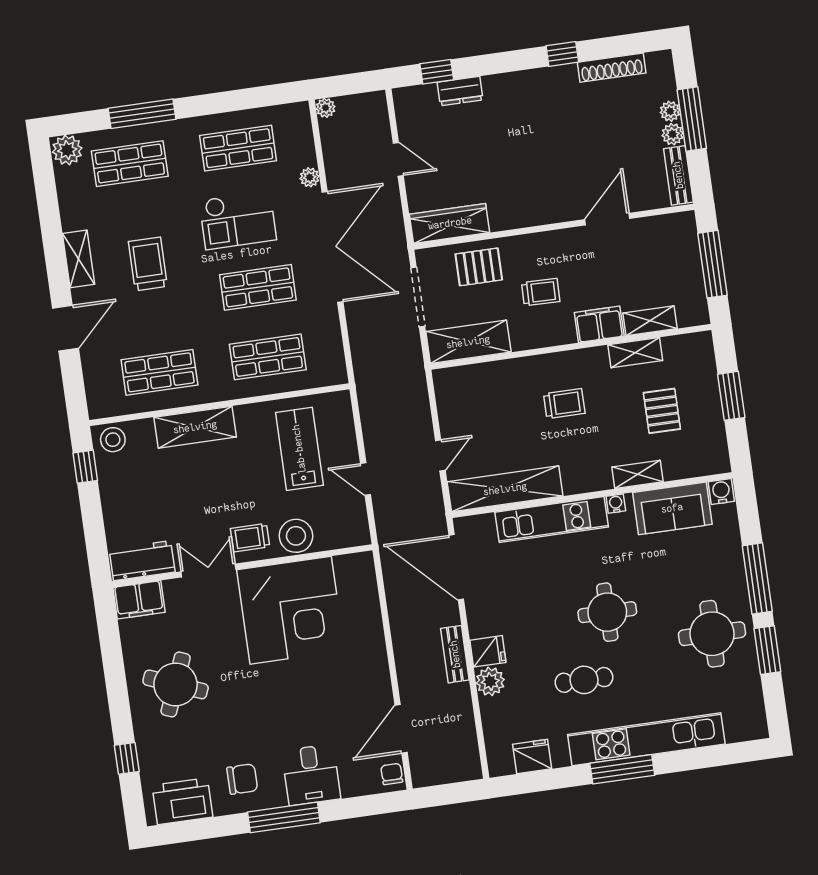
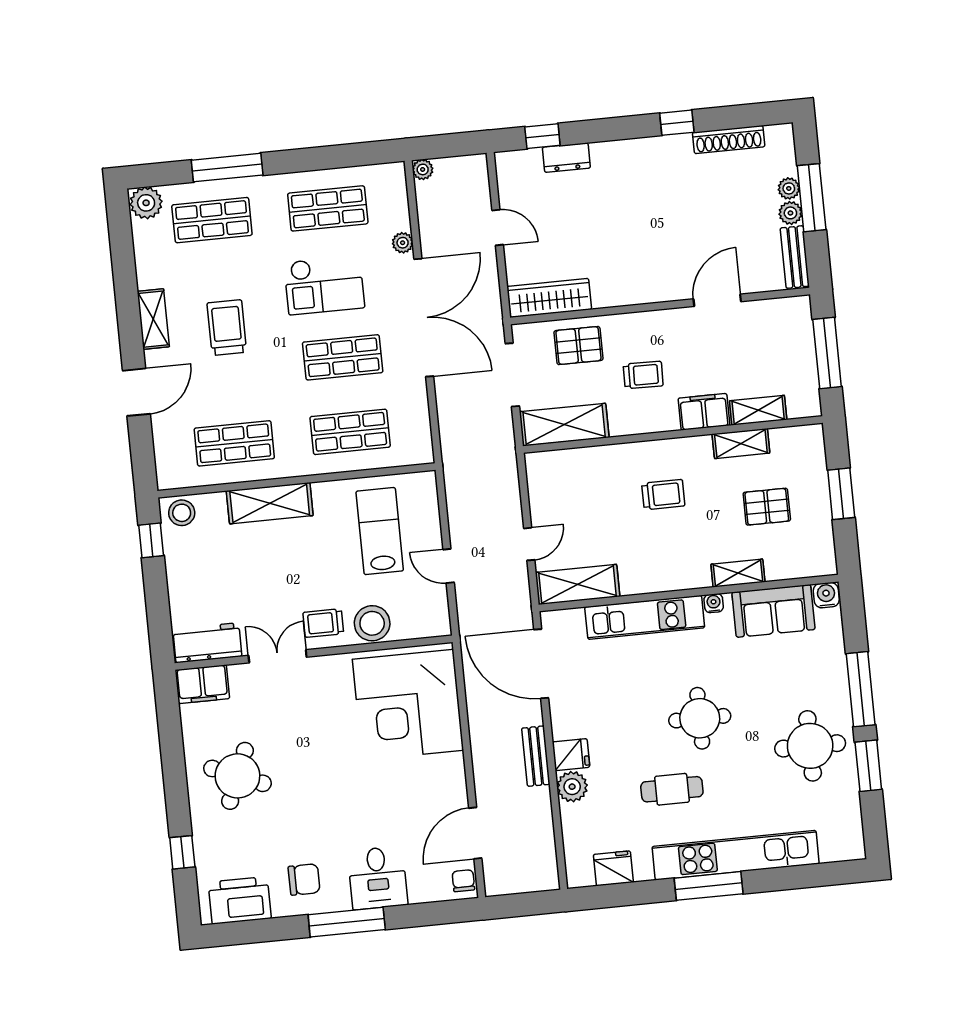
pallet: (662, 411) -> (767, 507), turned 90
shelving: (505, 489) -> (578, 584), width x0.68
corner desk: (291, 610) -> (408, 705), moved, turned 90

